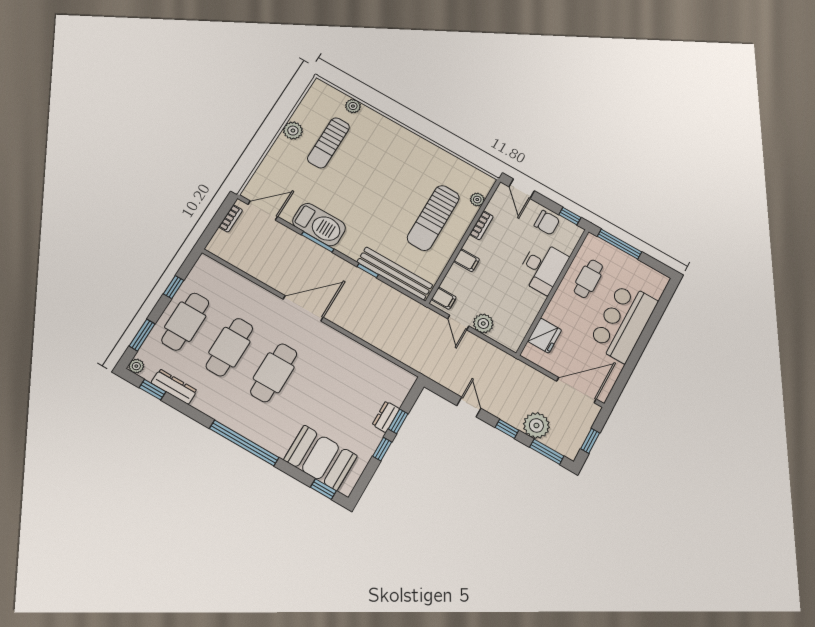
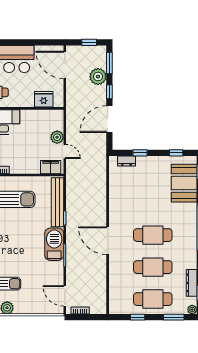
barbecue: (319, 225) -> (54, 244), moved
filing cabinet: (467, 260) -> (26, 167), removed
filing cabinet: (444, 298) -> (51, 167), width x2.00
door: (458, 322) -> (65, 151), hinge flipped
door: (469, 407) -> (109, 119), width x1.87
dresser: (386, 417) -> (127, 161), moved
window: (382, 449) -> (176, 153), moved

